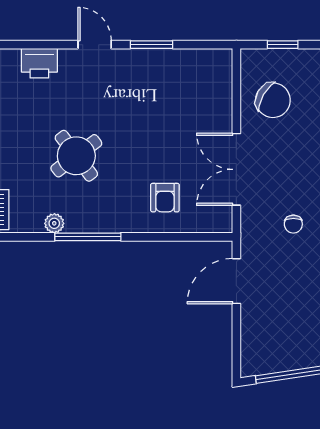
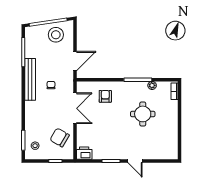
printer: (39, 63) -> (84, 153), moved
round table: (76, 156) -> (143, 114), turned 37
stool: (282, 343) -> (56, 35), added

